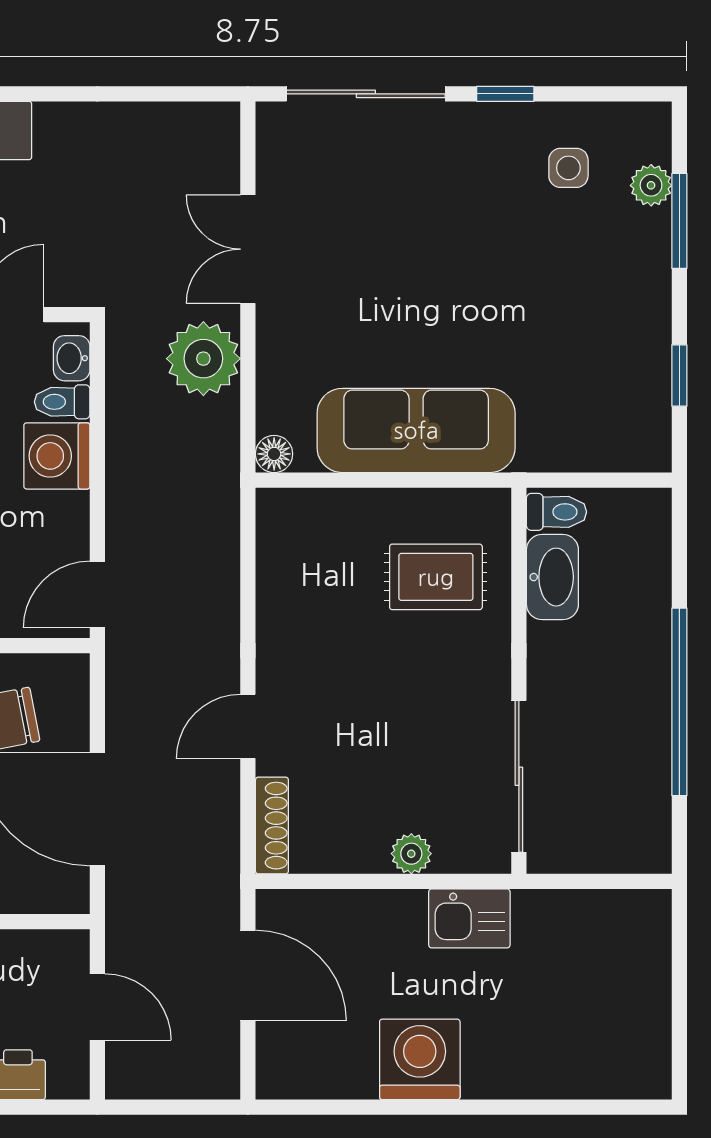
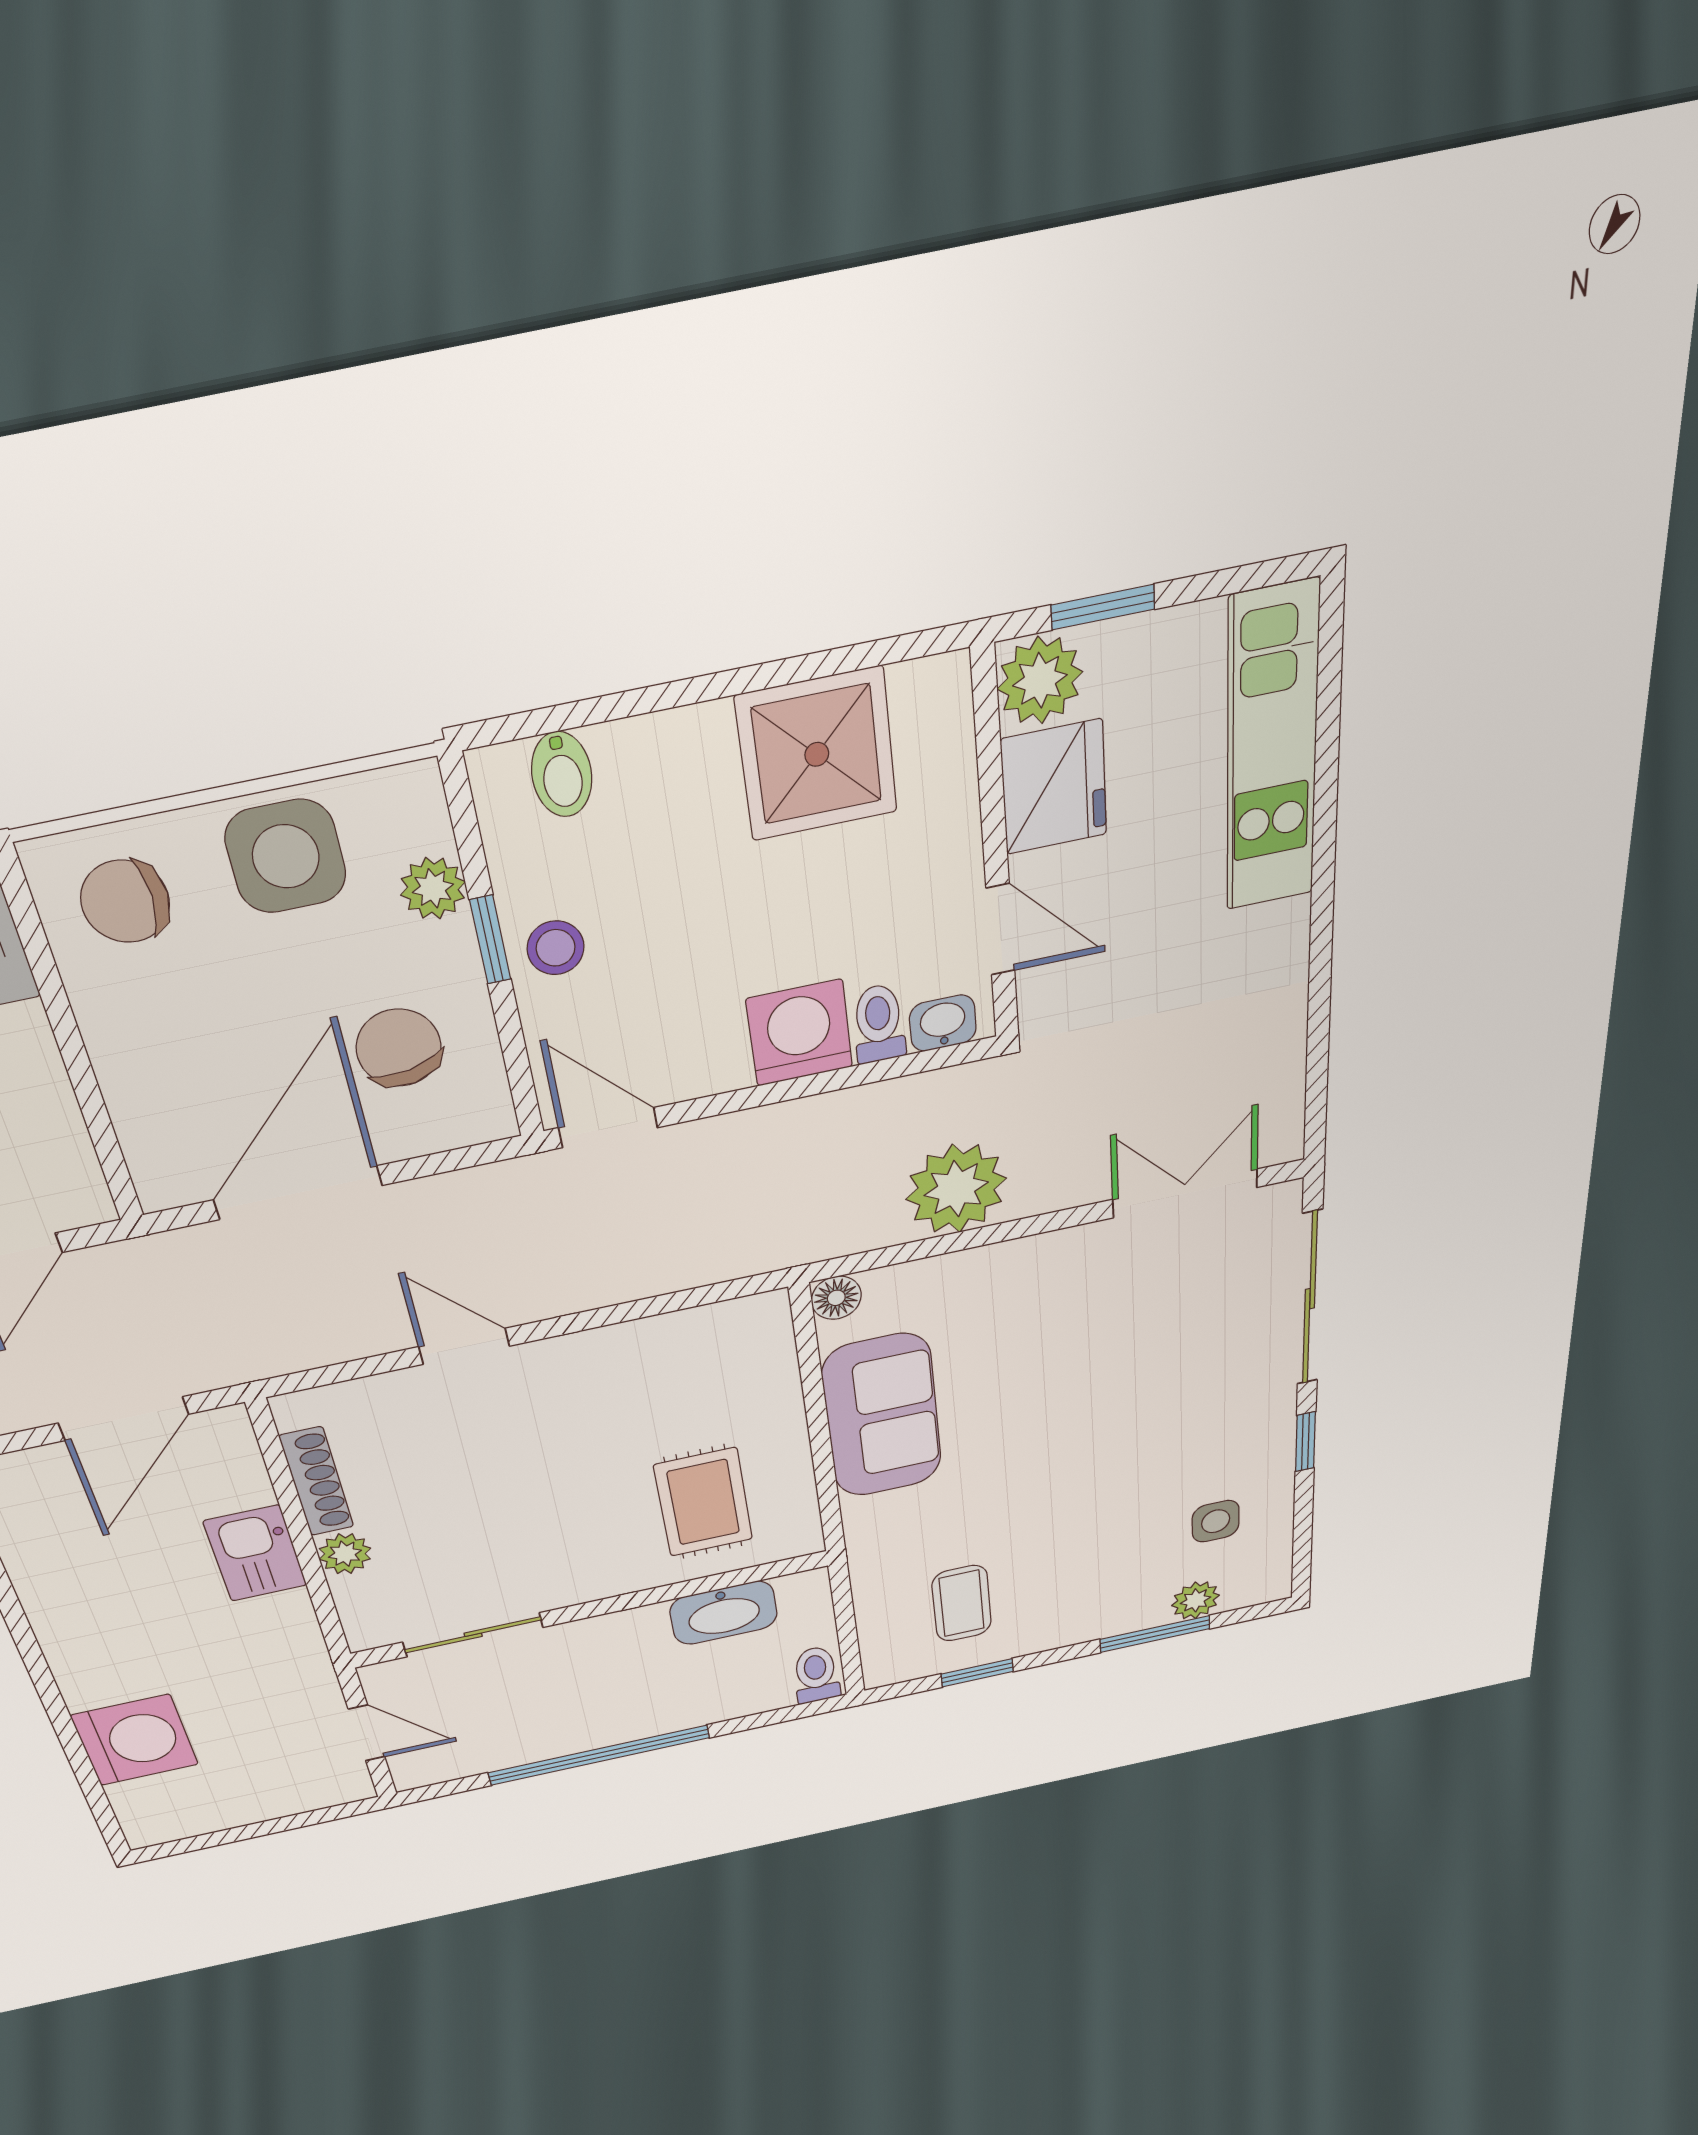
double door: (248, 249) -> (1185, 1193), moved
coffee table: (598, 383) -> (962, 1603), added
sofa: (416, 430) -> (882, 1416), width x0.73
toilet: (556, 512) -> (816, 1675), moved, turned 180
sliding door: (519, 776) -> (473, 1635), width x0.73
shoe rack: (272, 826) -> (317, 1482), moved, turned -90
door: (598, 881) -> (367, 1733), added
kitchen sink: (469, 918) -> (255, 1553), moved
washing machine: (420, 1059) -> (135, 1740), moved

